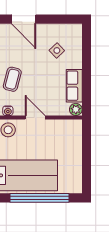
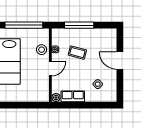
door: (24, 19) -> (120, 61), hinge flipped

